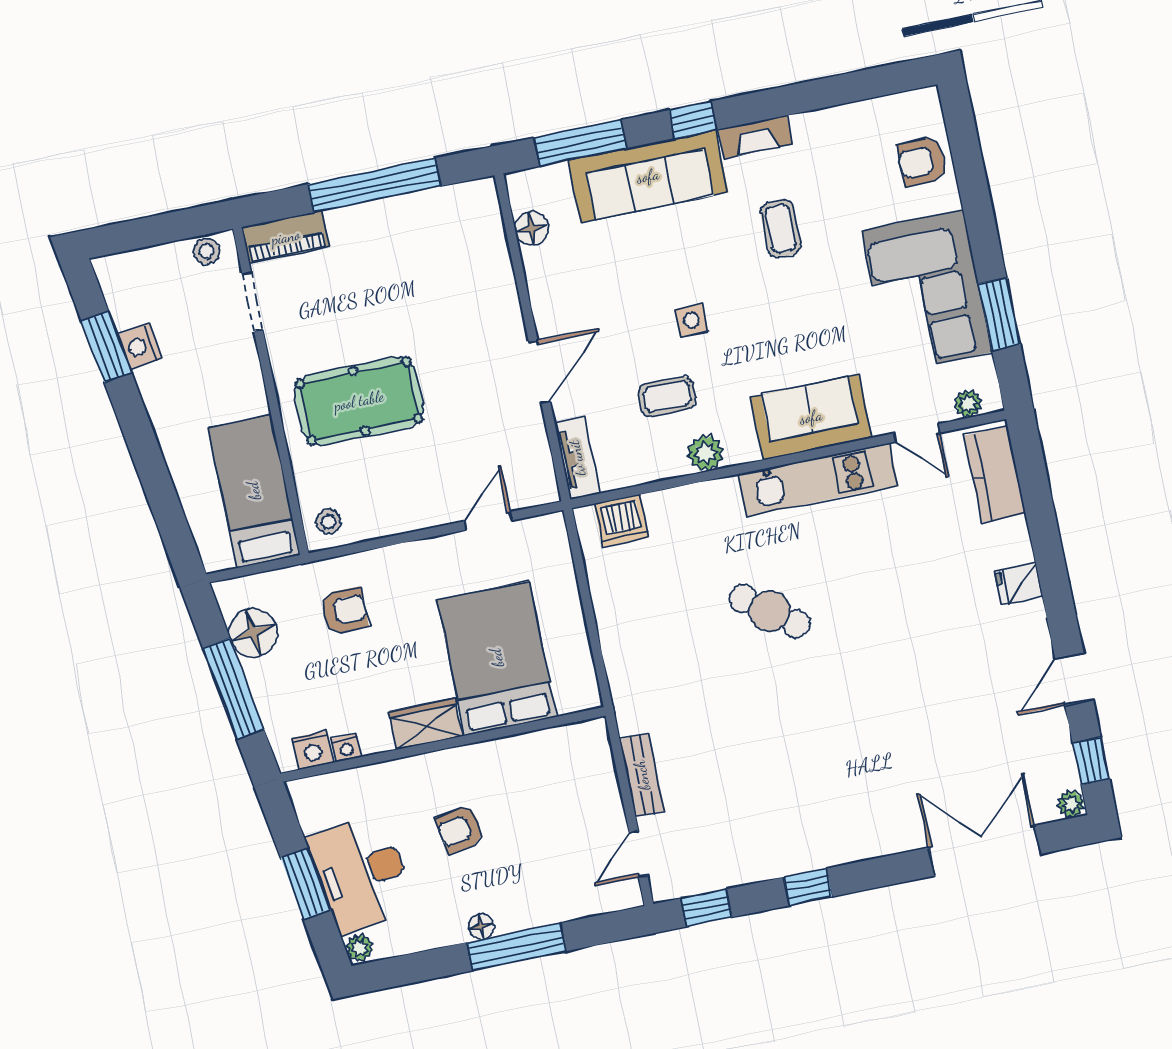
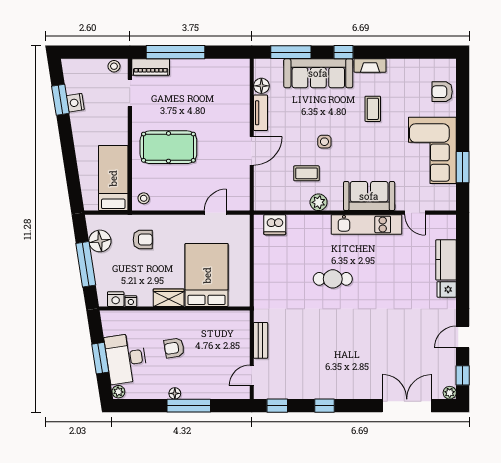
window: (374, 185) -> (175, 52), moved
plant: (968, 404) -> (440, 204), removed
tv unit: (577, 458) -> (261, 113), moved
kitchen counter: (995, 474) -> (446, 260), moved
cafe table: (770, 611) -> (333, 279), turned -37

